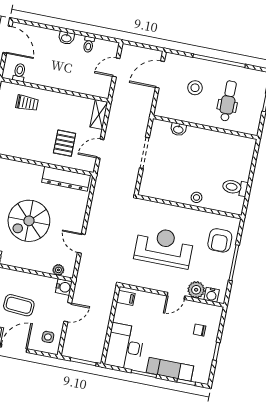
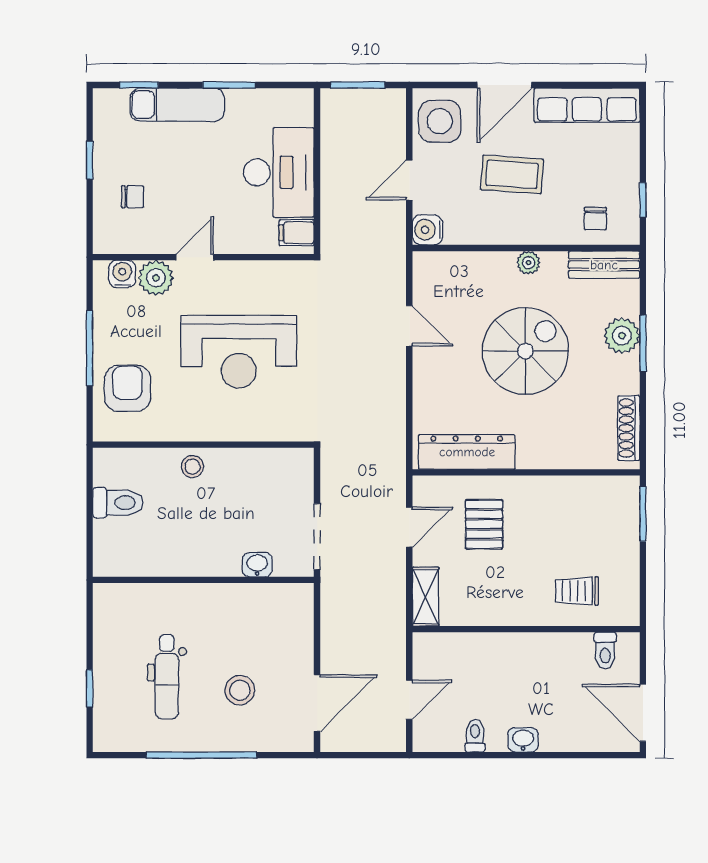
wall: (205, 127) -> (203, 580), moved
washbasin: (178, 129) -> (257, 565), moved
plant: (58, 270) -> (528, 263), moved
side table: (48, 337) -> (440, 121), width x1.87, depth x1.87
desk: (125, 346) -> (279, 172), moved

